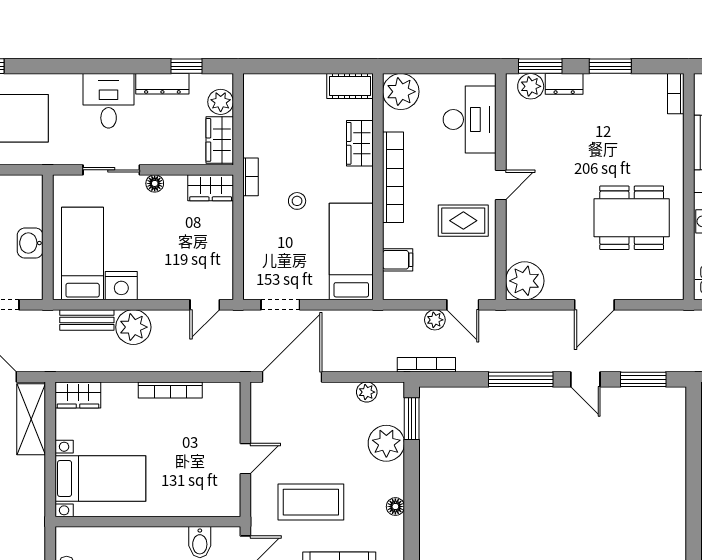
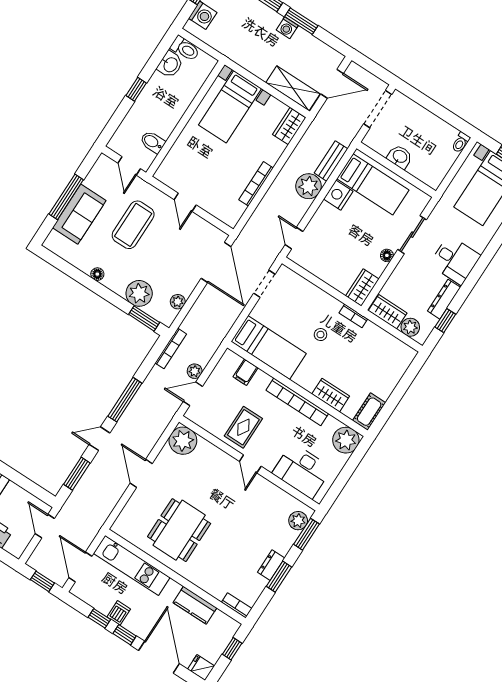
dresser: (564, 84) -> (271, 565), moved

